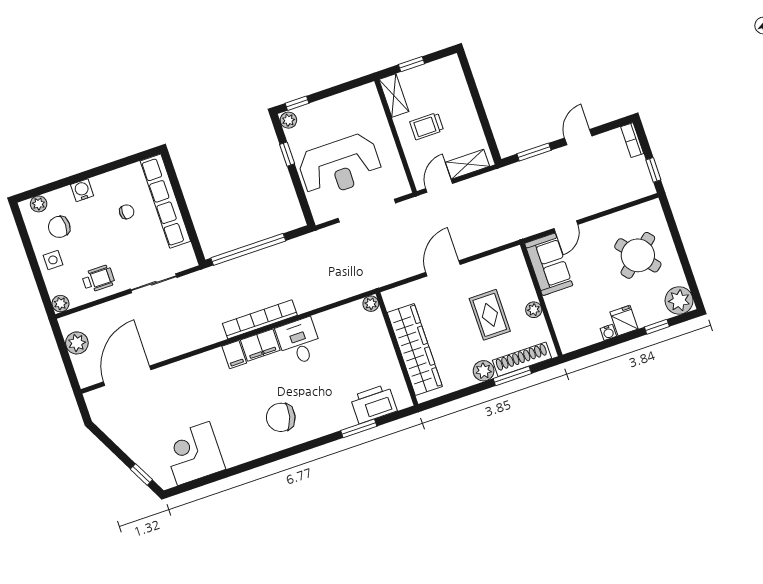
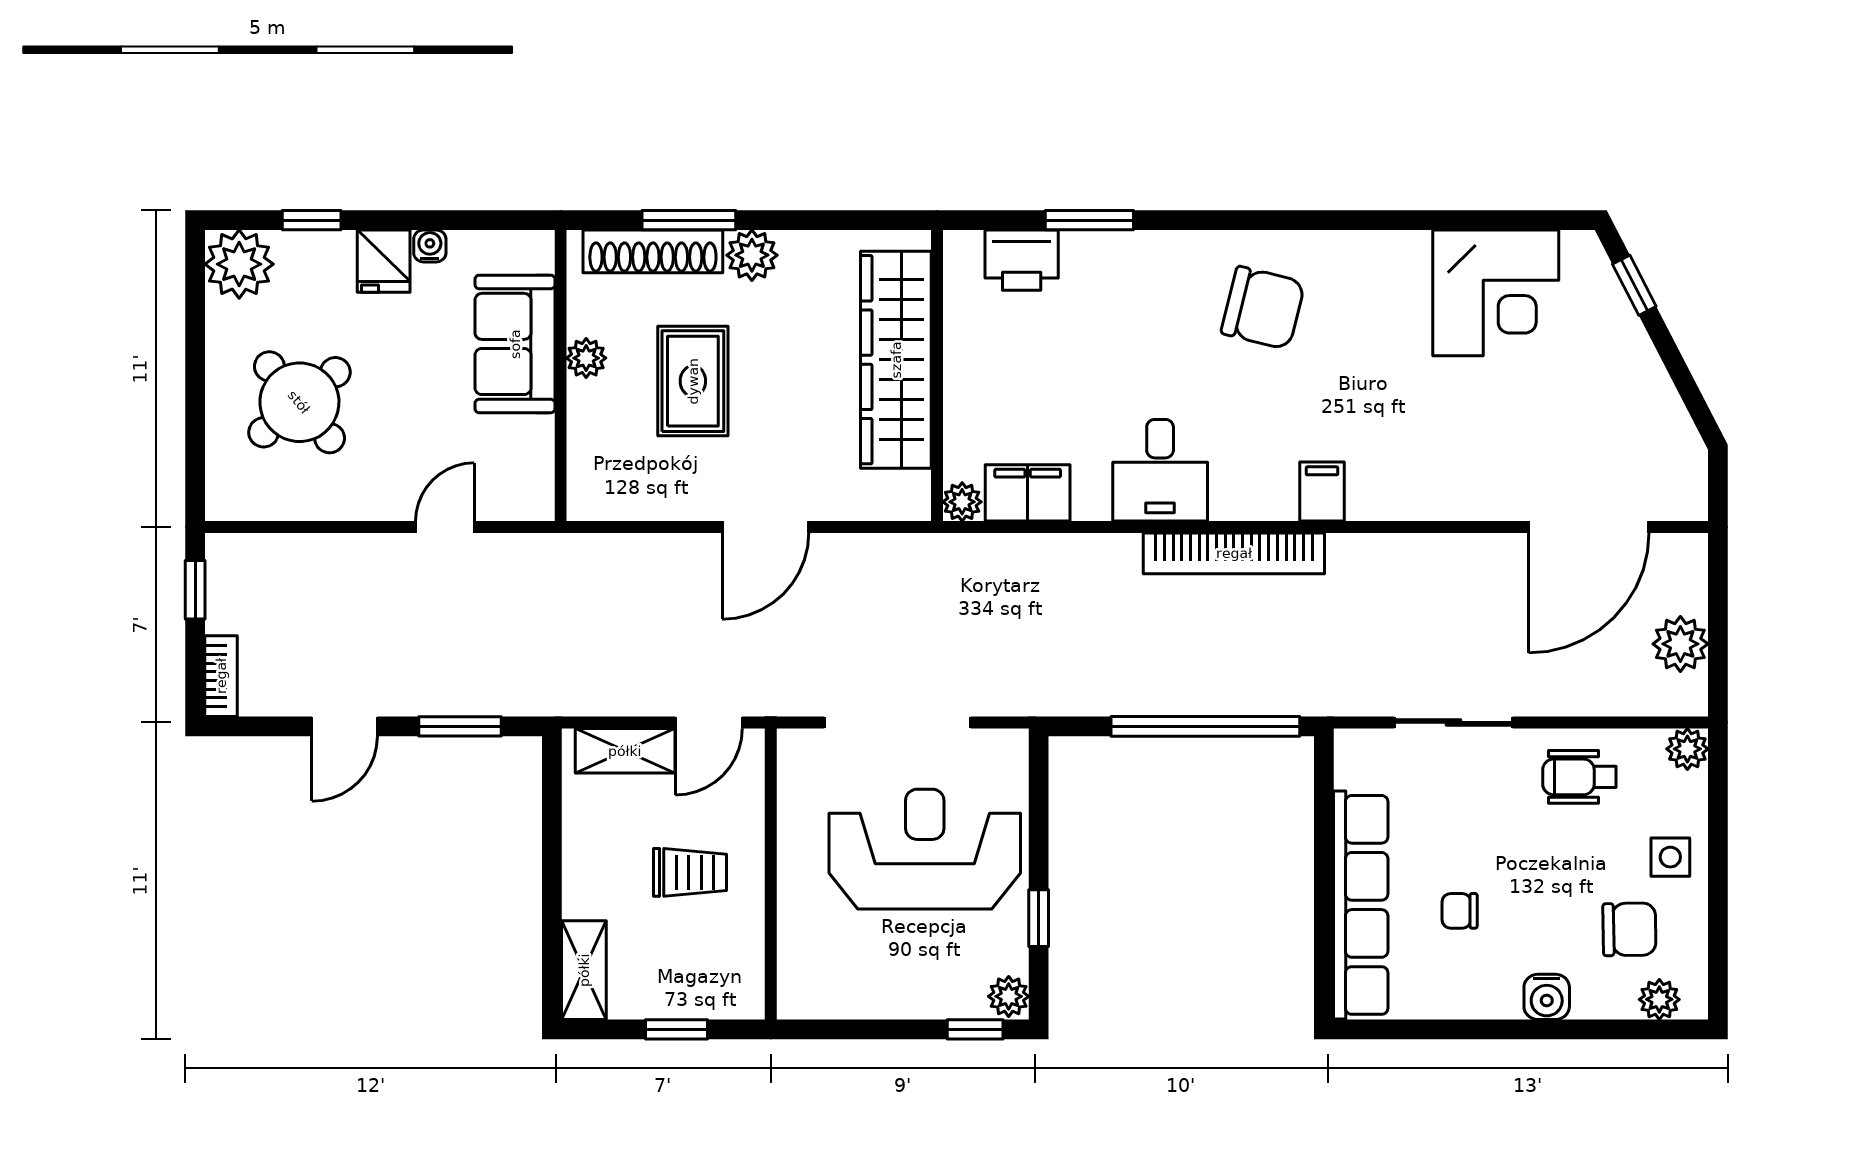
shelving: (394, 96) -> (584, 970), moved
sofa: (549, 264) -> (515, 344), moved
filing cabinet: (260, 345) -> (1028, 493), moved
printer: (374, 404) -> (1022, 260), width x0.73, depth x0.84

